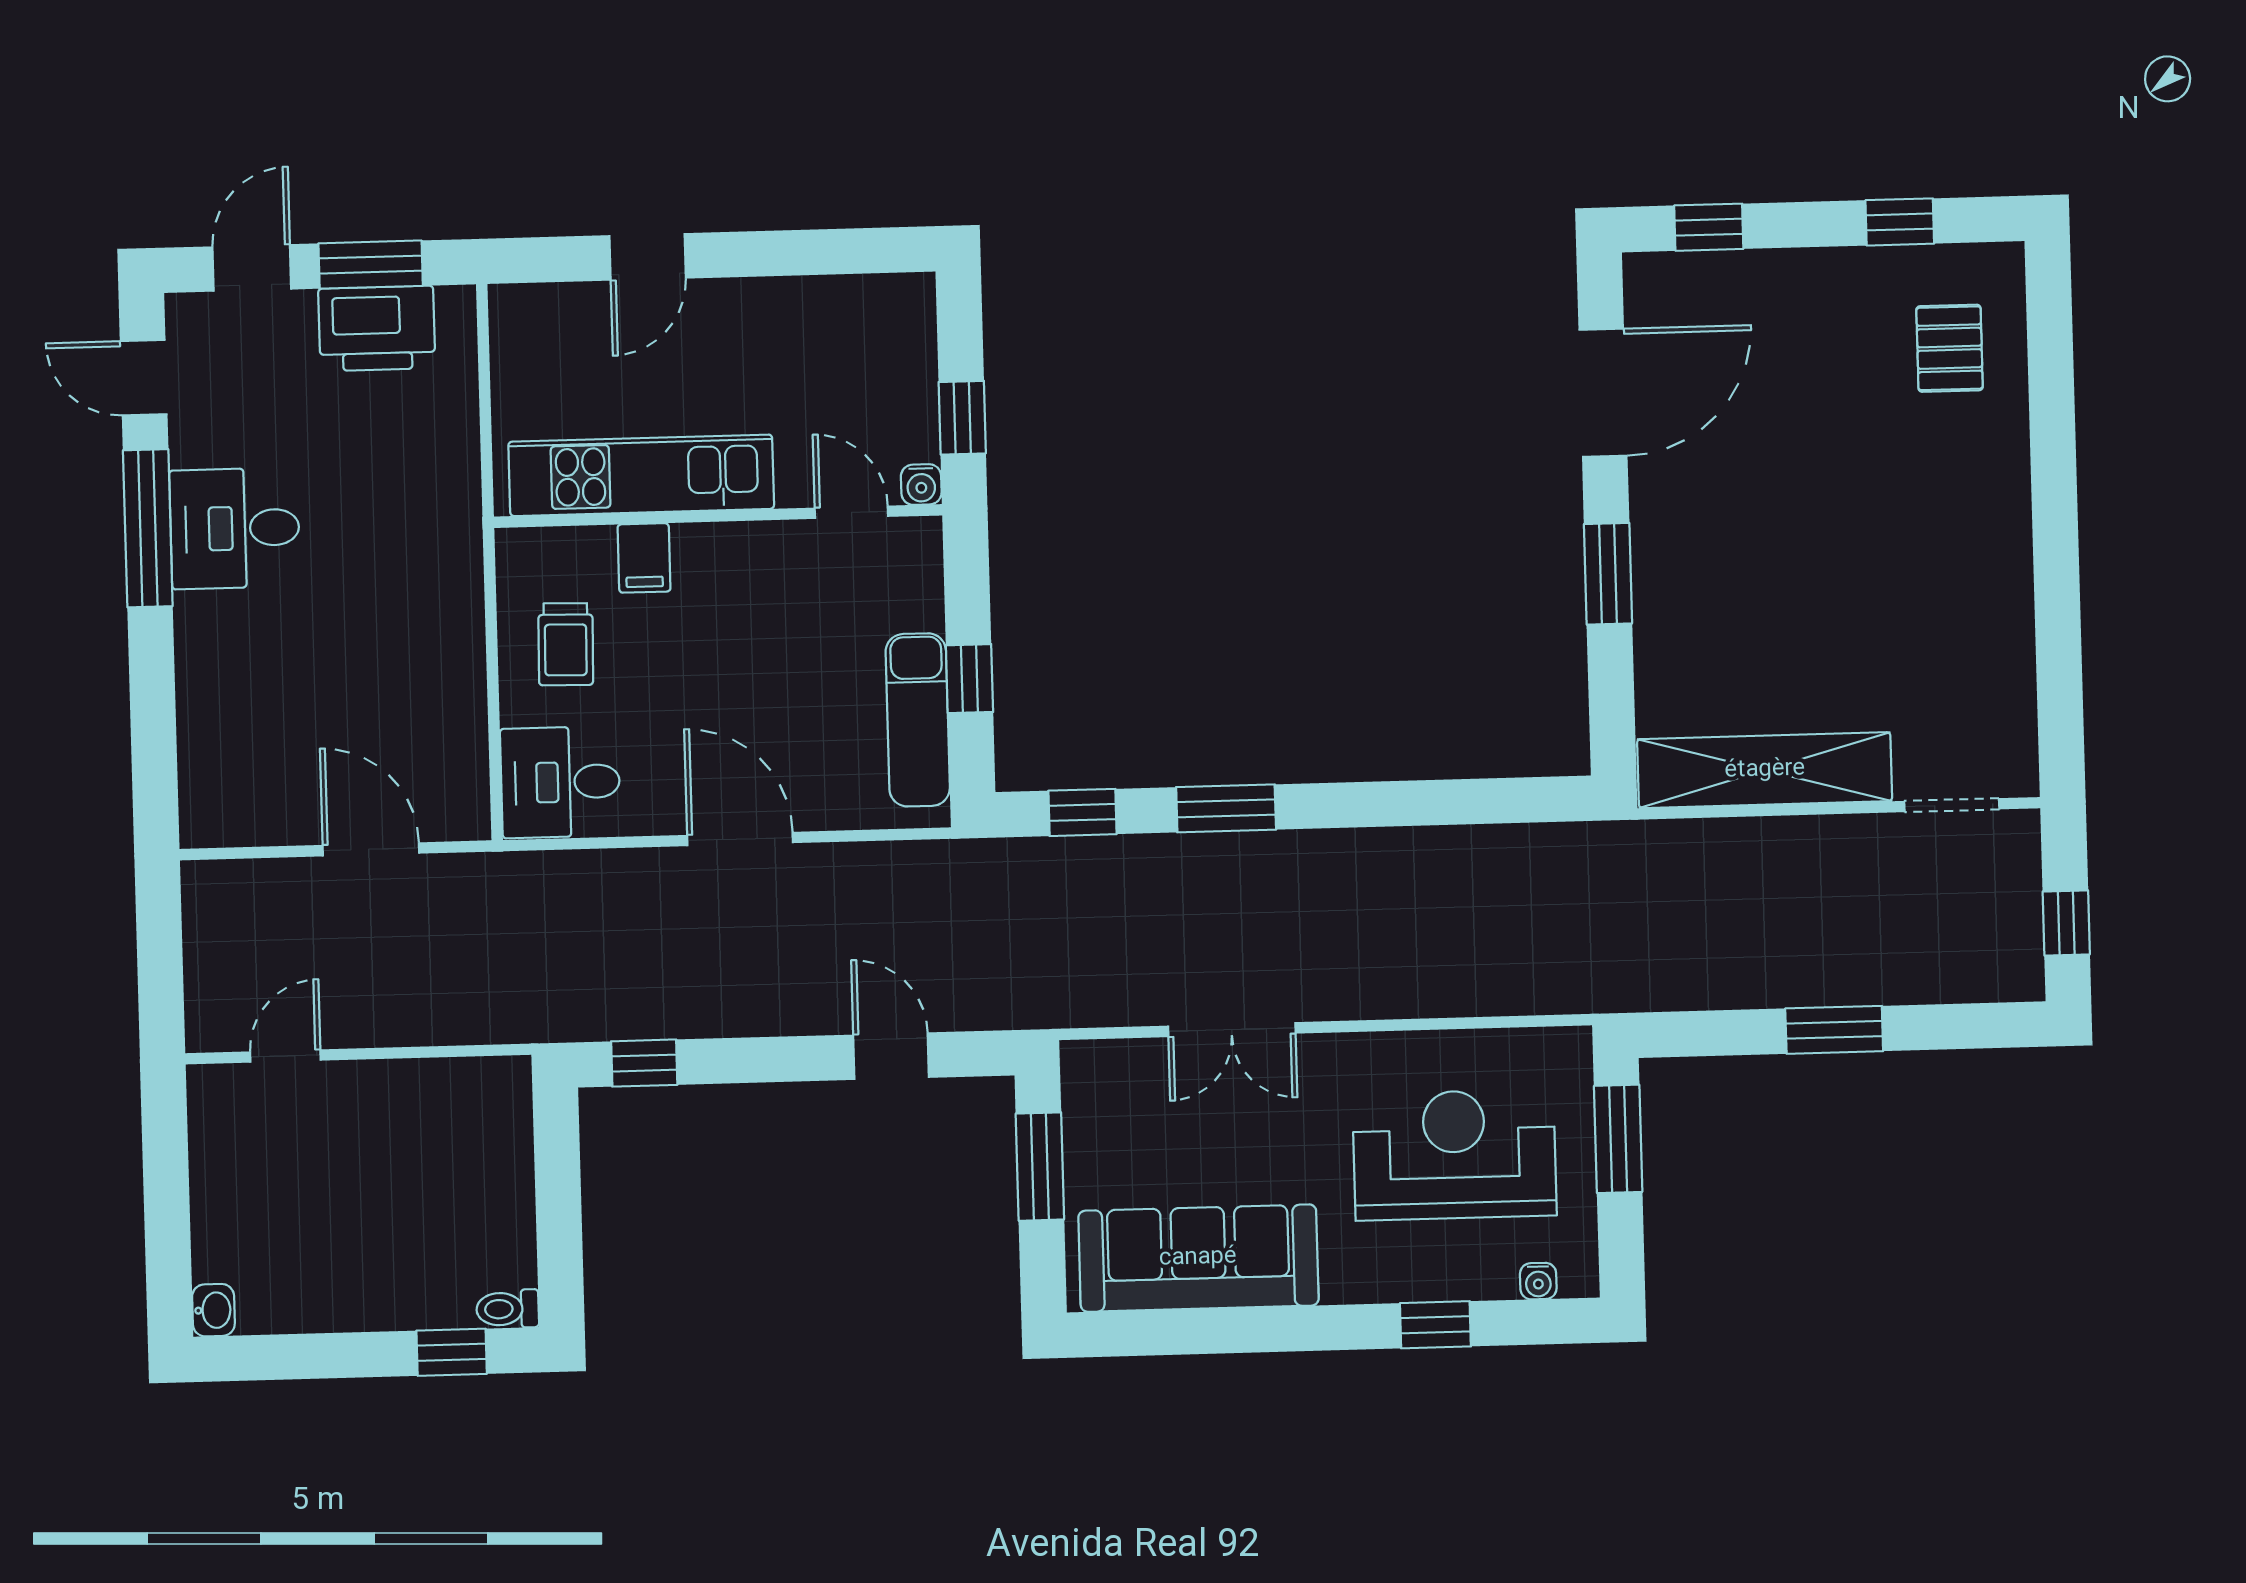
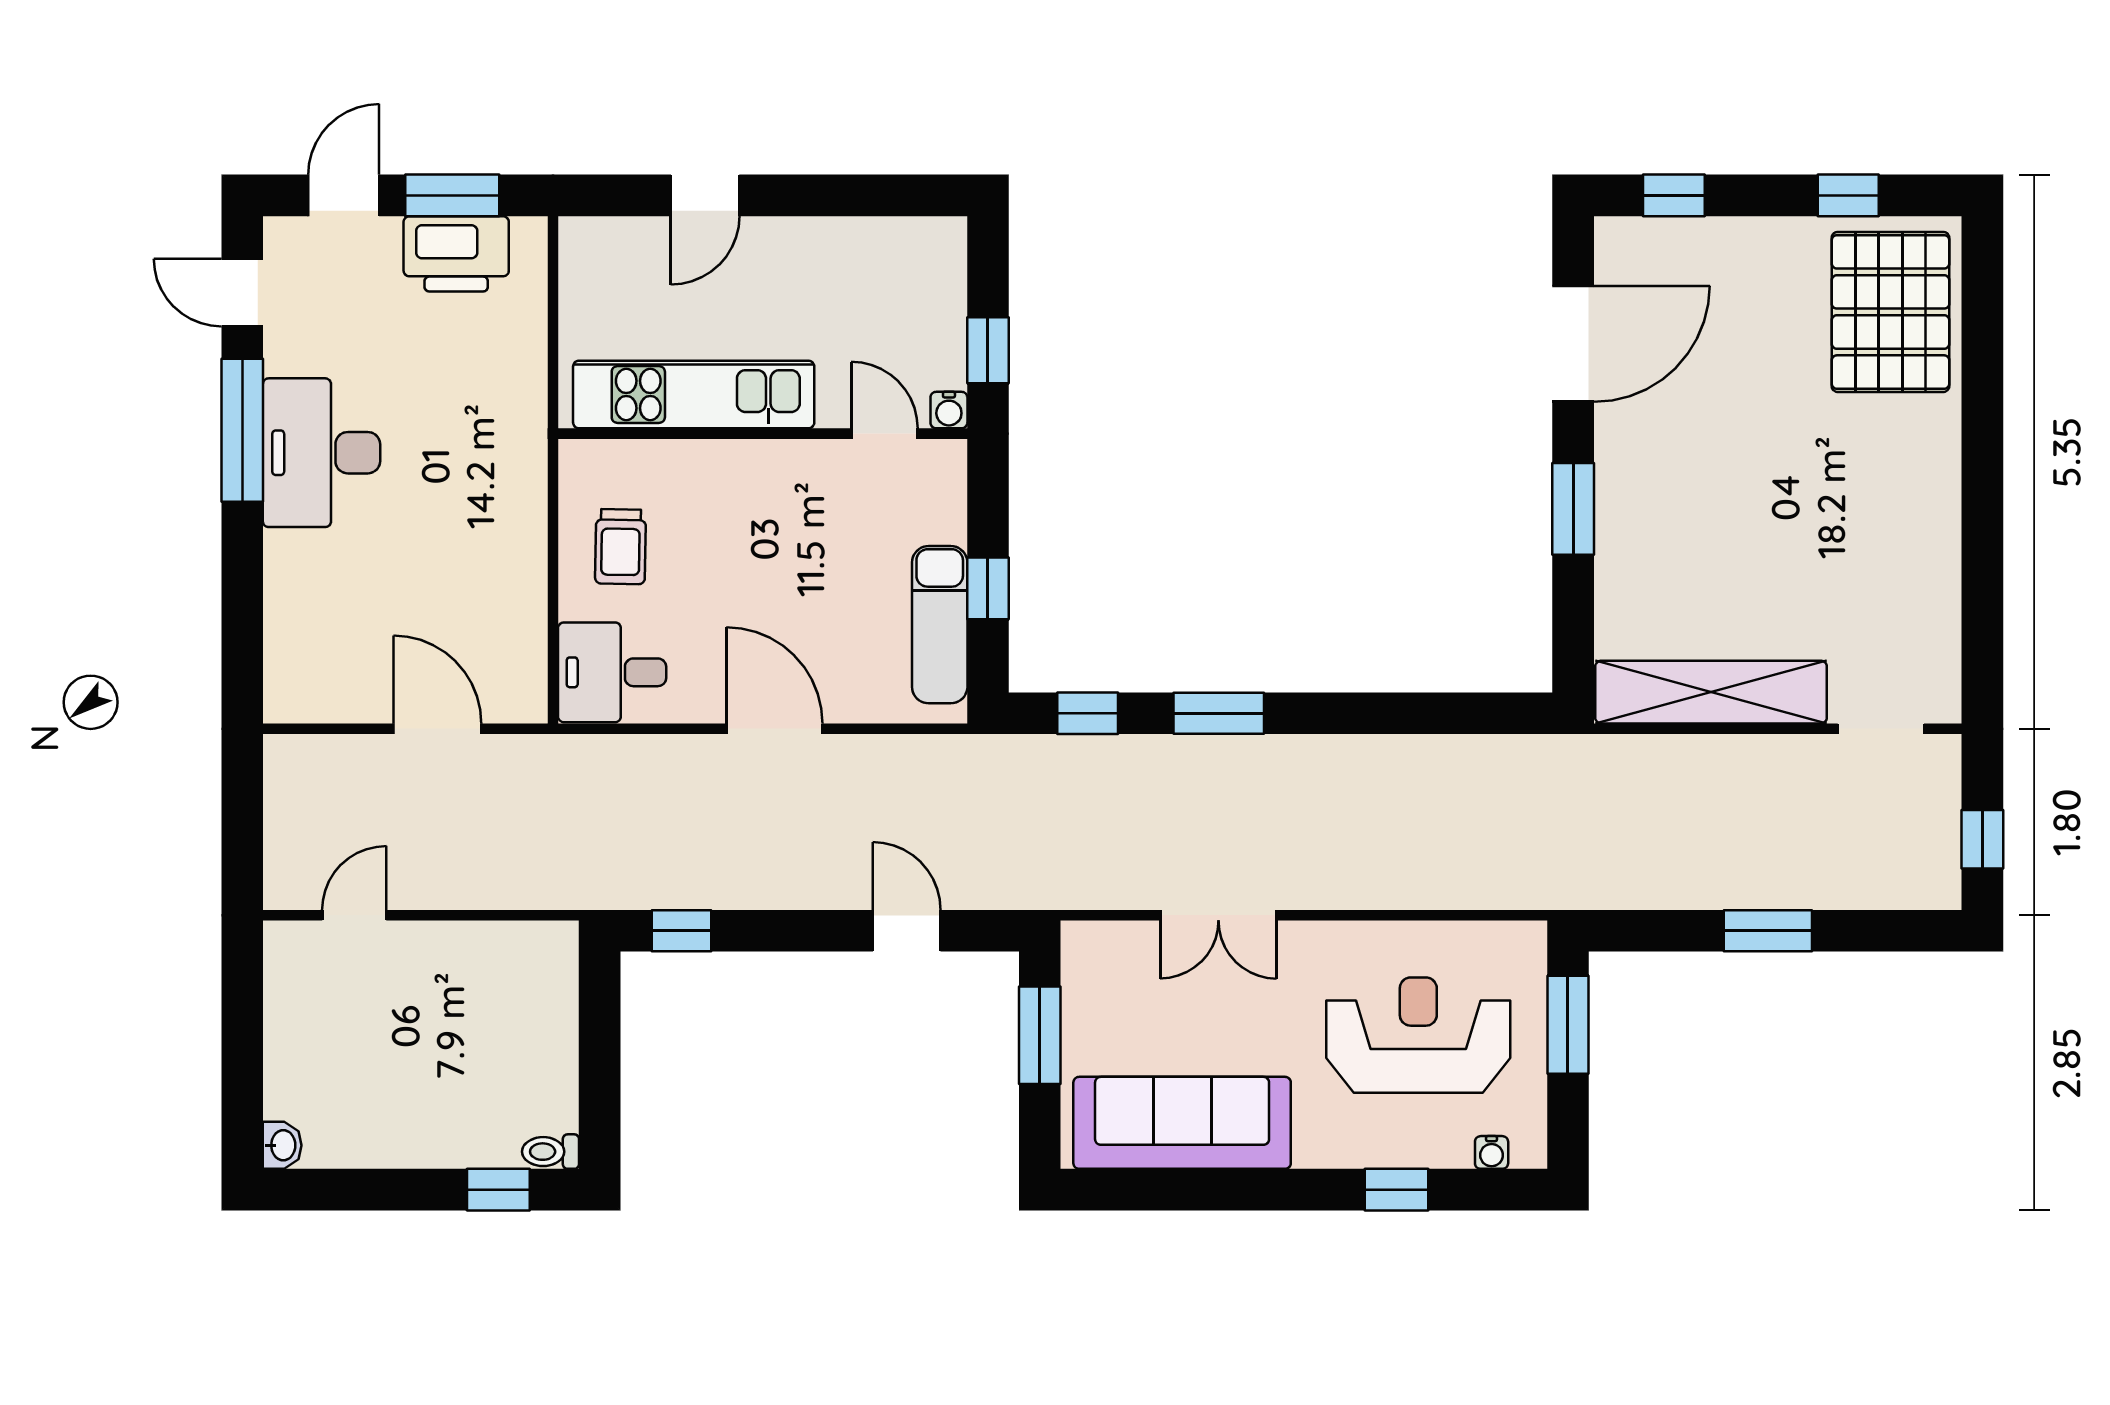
pallet: (1950, 348) -> (1890, 312), width x2.05, depth x2.00
desk: (235, 528) -> (322, 453), width x1.37
filing cabinet: (644, 558) -> (694, 470), removed

